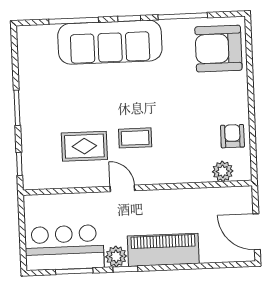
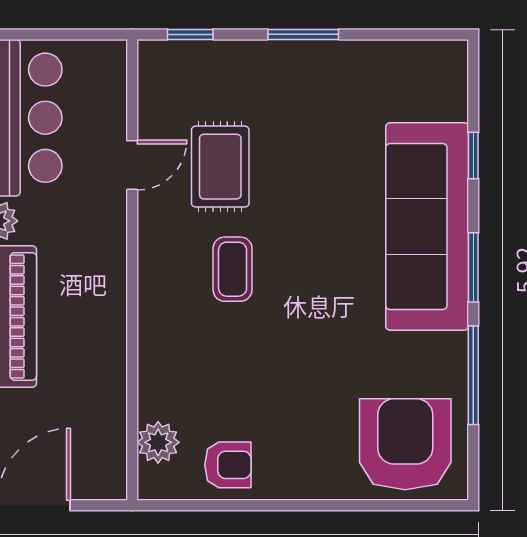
window: (129, 18) -> (473, 267), width x1.50
window: (74, 21) -> (473, 156), width x0.46
door: (122, 188) -> (132, 165), moved

